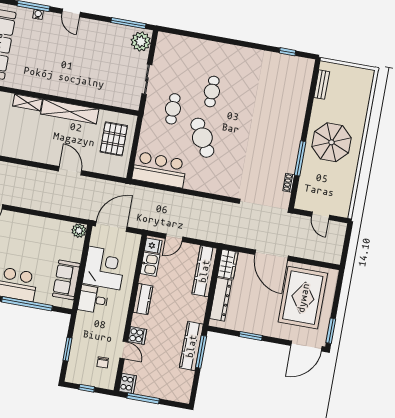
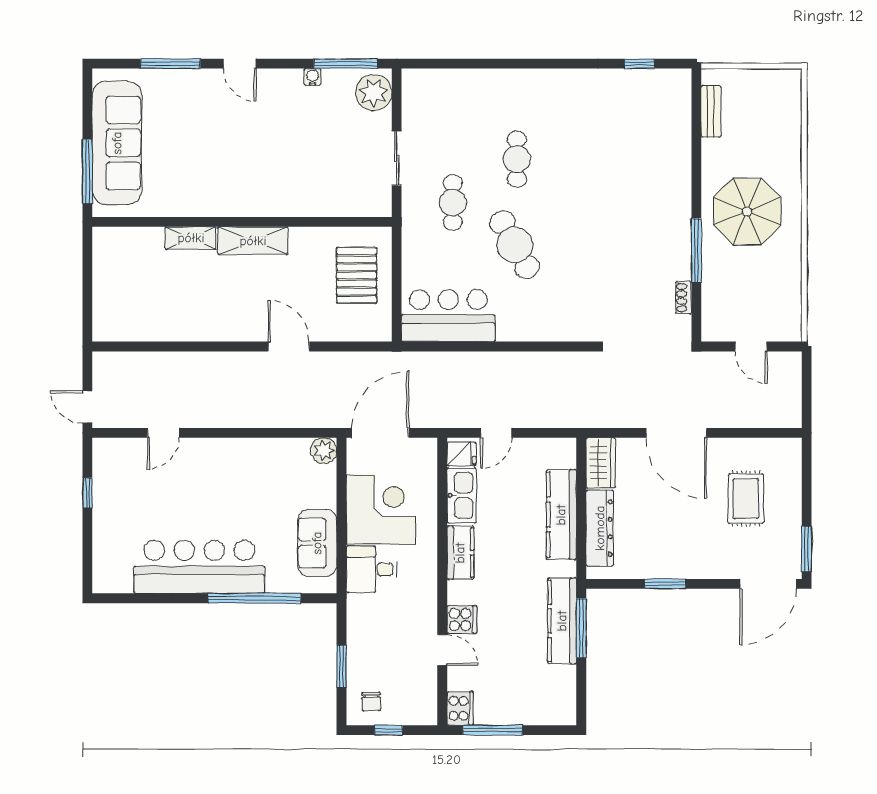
water cooler: (38, 14) -> (312, 77), moved
shelving: (70, 112) -> (253, 241), width x0.68
kitchen sink: (150, 264) -> (462, 495), width x1.38
kitchen counter: (204, 271) -> (561, 515), moved
rug: (303, 298) -> (746, 498), width x0.54, depth x0.49
chair: (103, 362) -> (371, 702), moved

